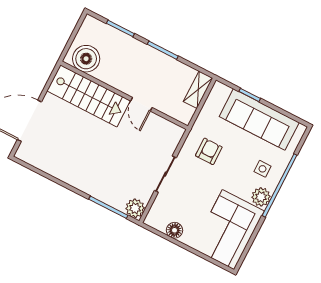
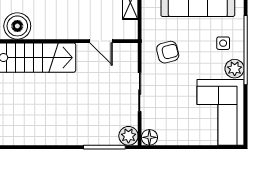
door: (141, 104) -> (101, 41), moved
armchair: (209, 151) -> (168, 52), turned 76
floor lamp: (174, 230) -> (149, 137), moved

